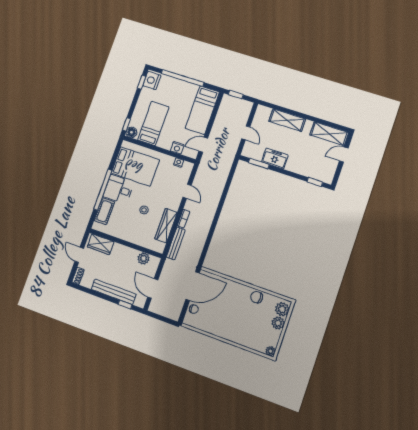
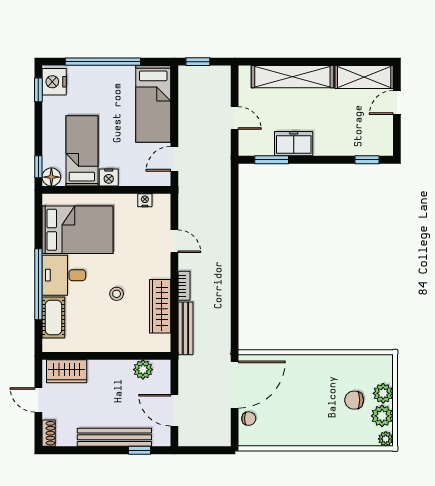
shelving: (287, 120) -> (292, 77), width x1.47
nightstand: (177, 148) -> (109, 177), moved
chair: (257, 297) -> (354, 400), moved
plant: (282, 309) -> (382, 416), moved

